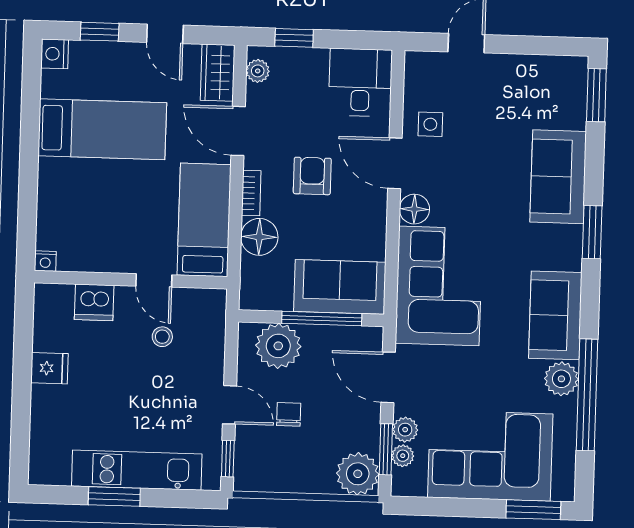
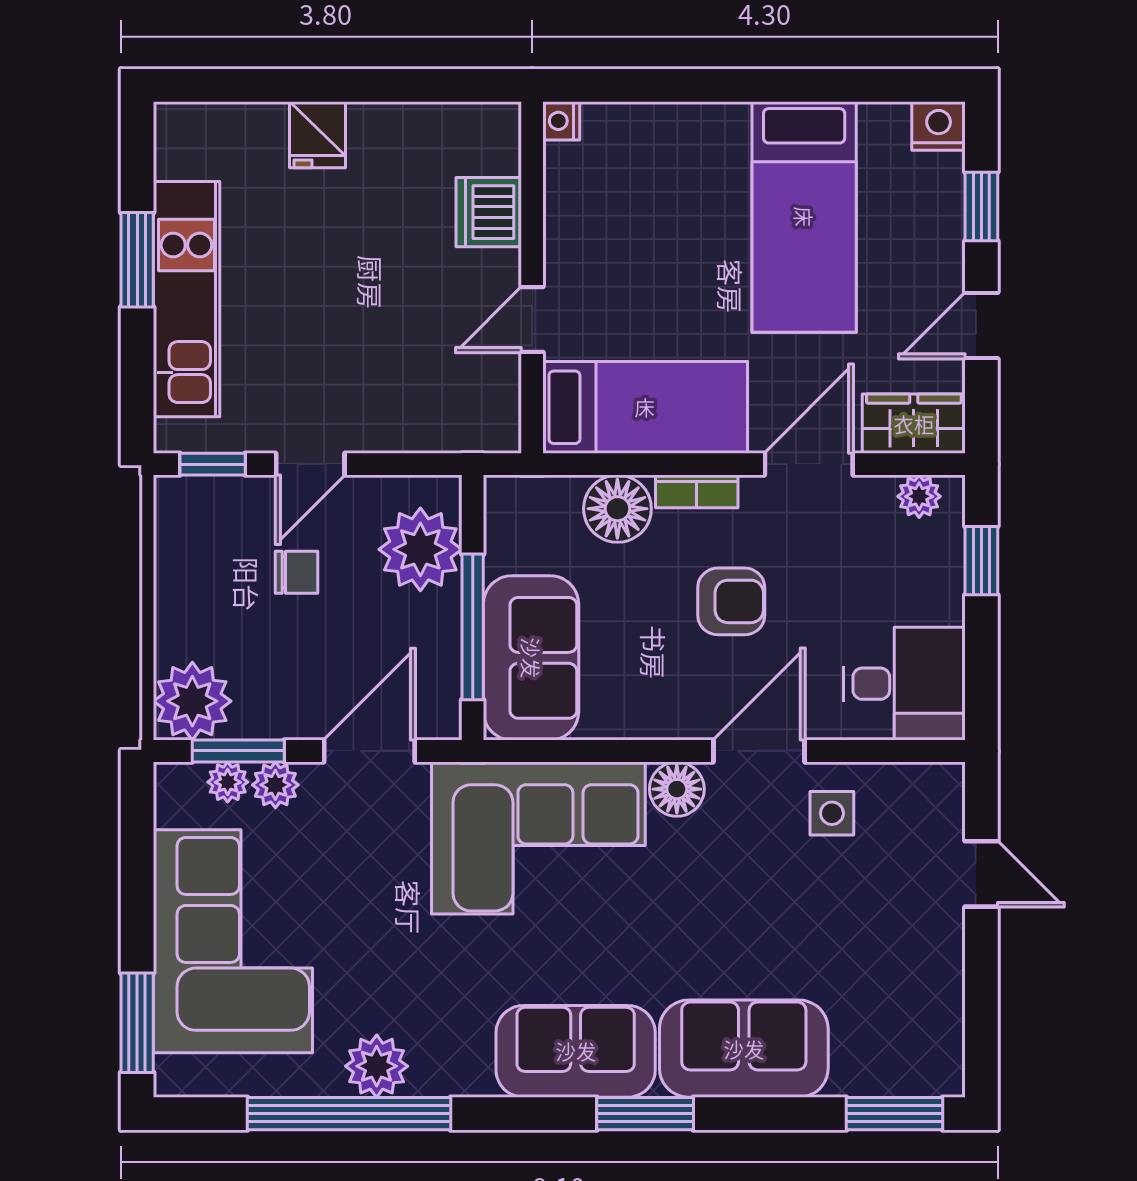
sofa: (555, 315) -> (576, 1051), moved
stool: (162, 337) -> (430, 338), removed
fridge: (49, 368) -> (318, 135), moved

